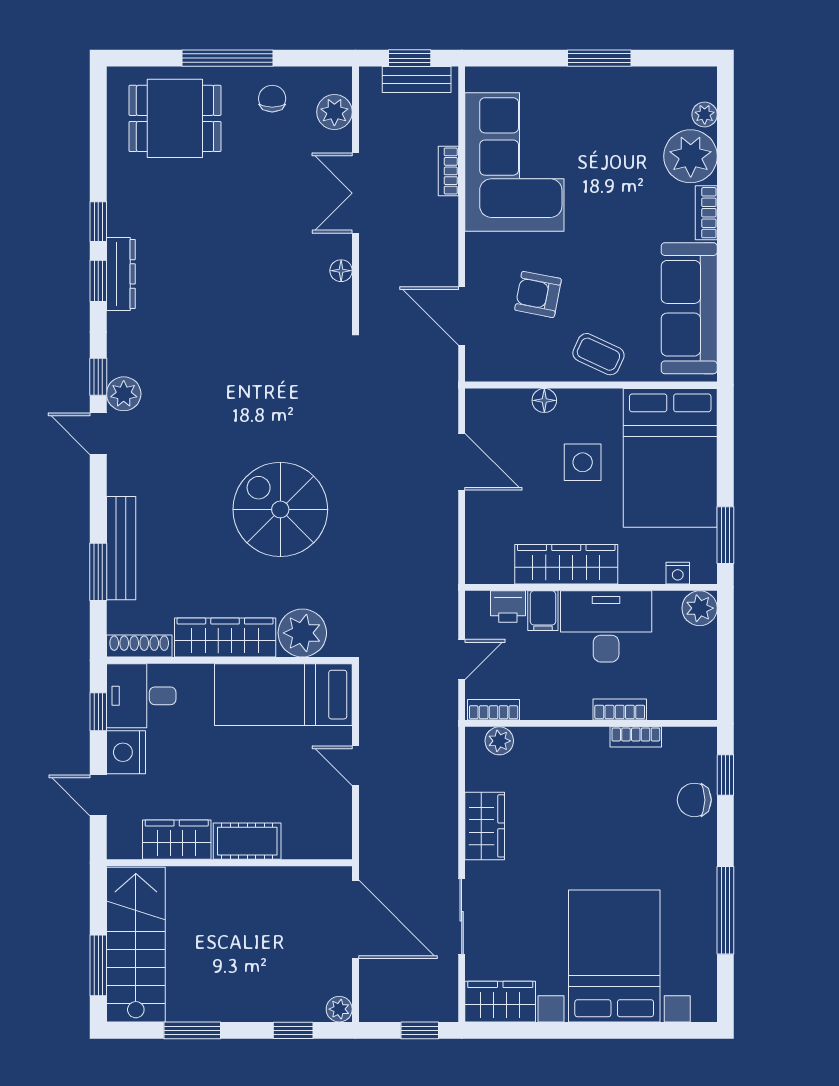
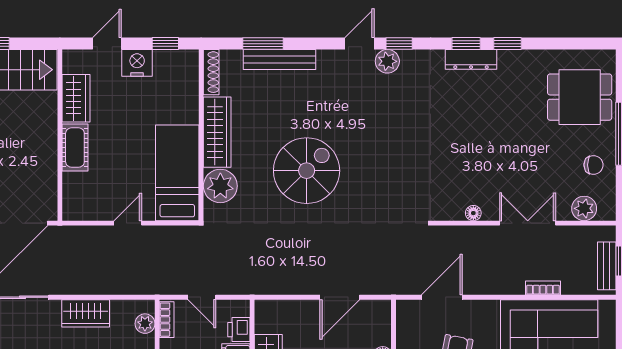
dining table: (175, 118) -> (580, 97), turned 90
desk: (141, 696) -> (176, 73), removed

